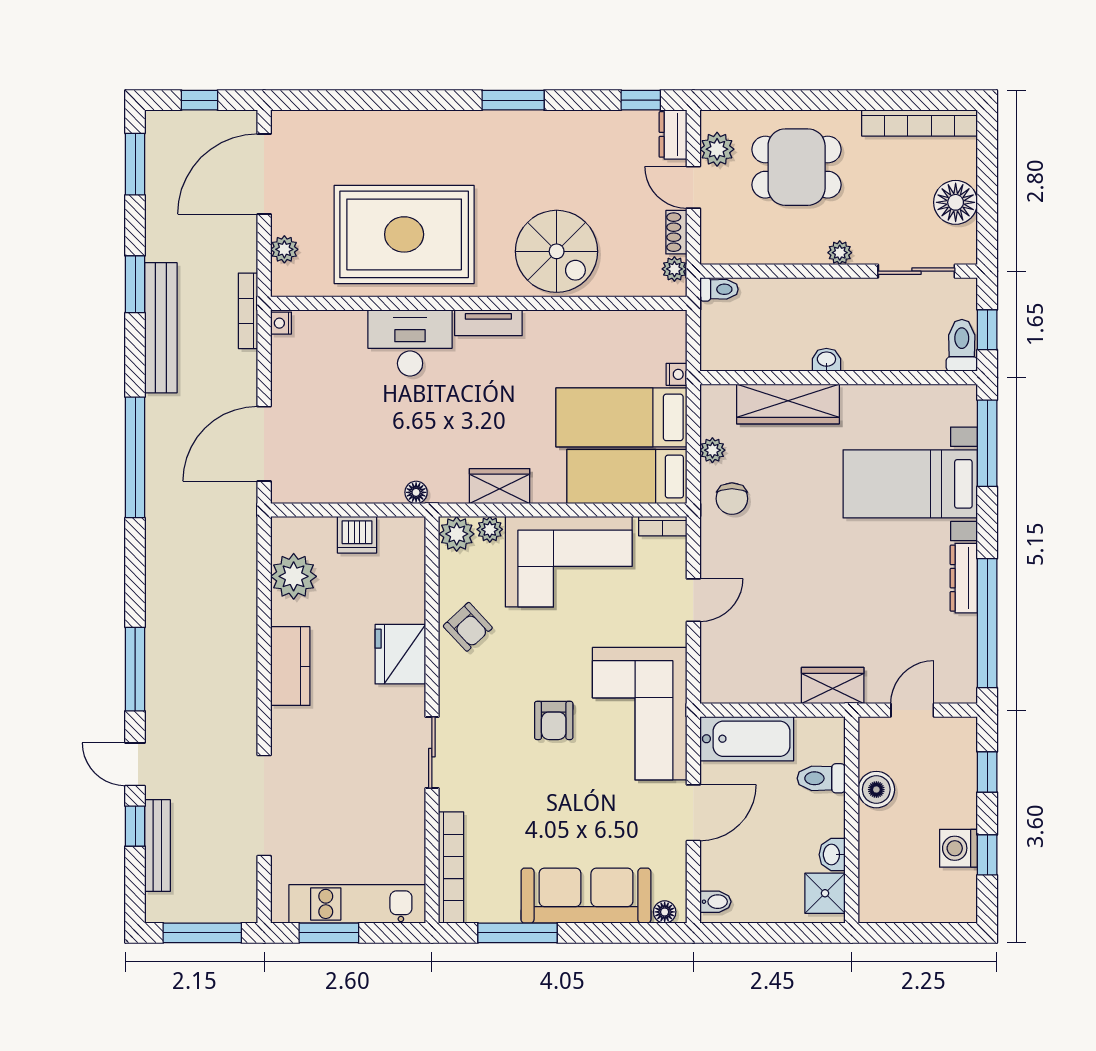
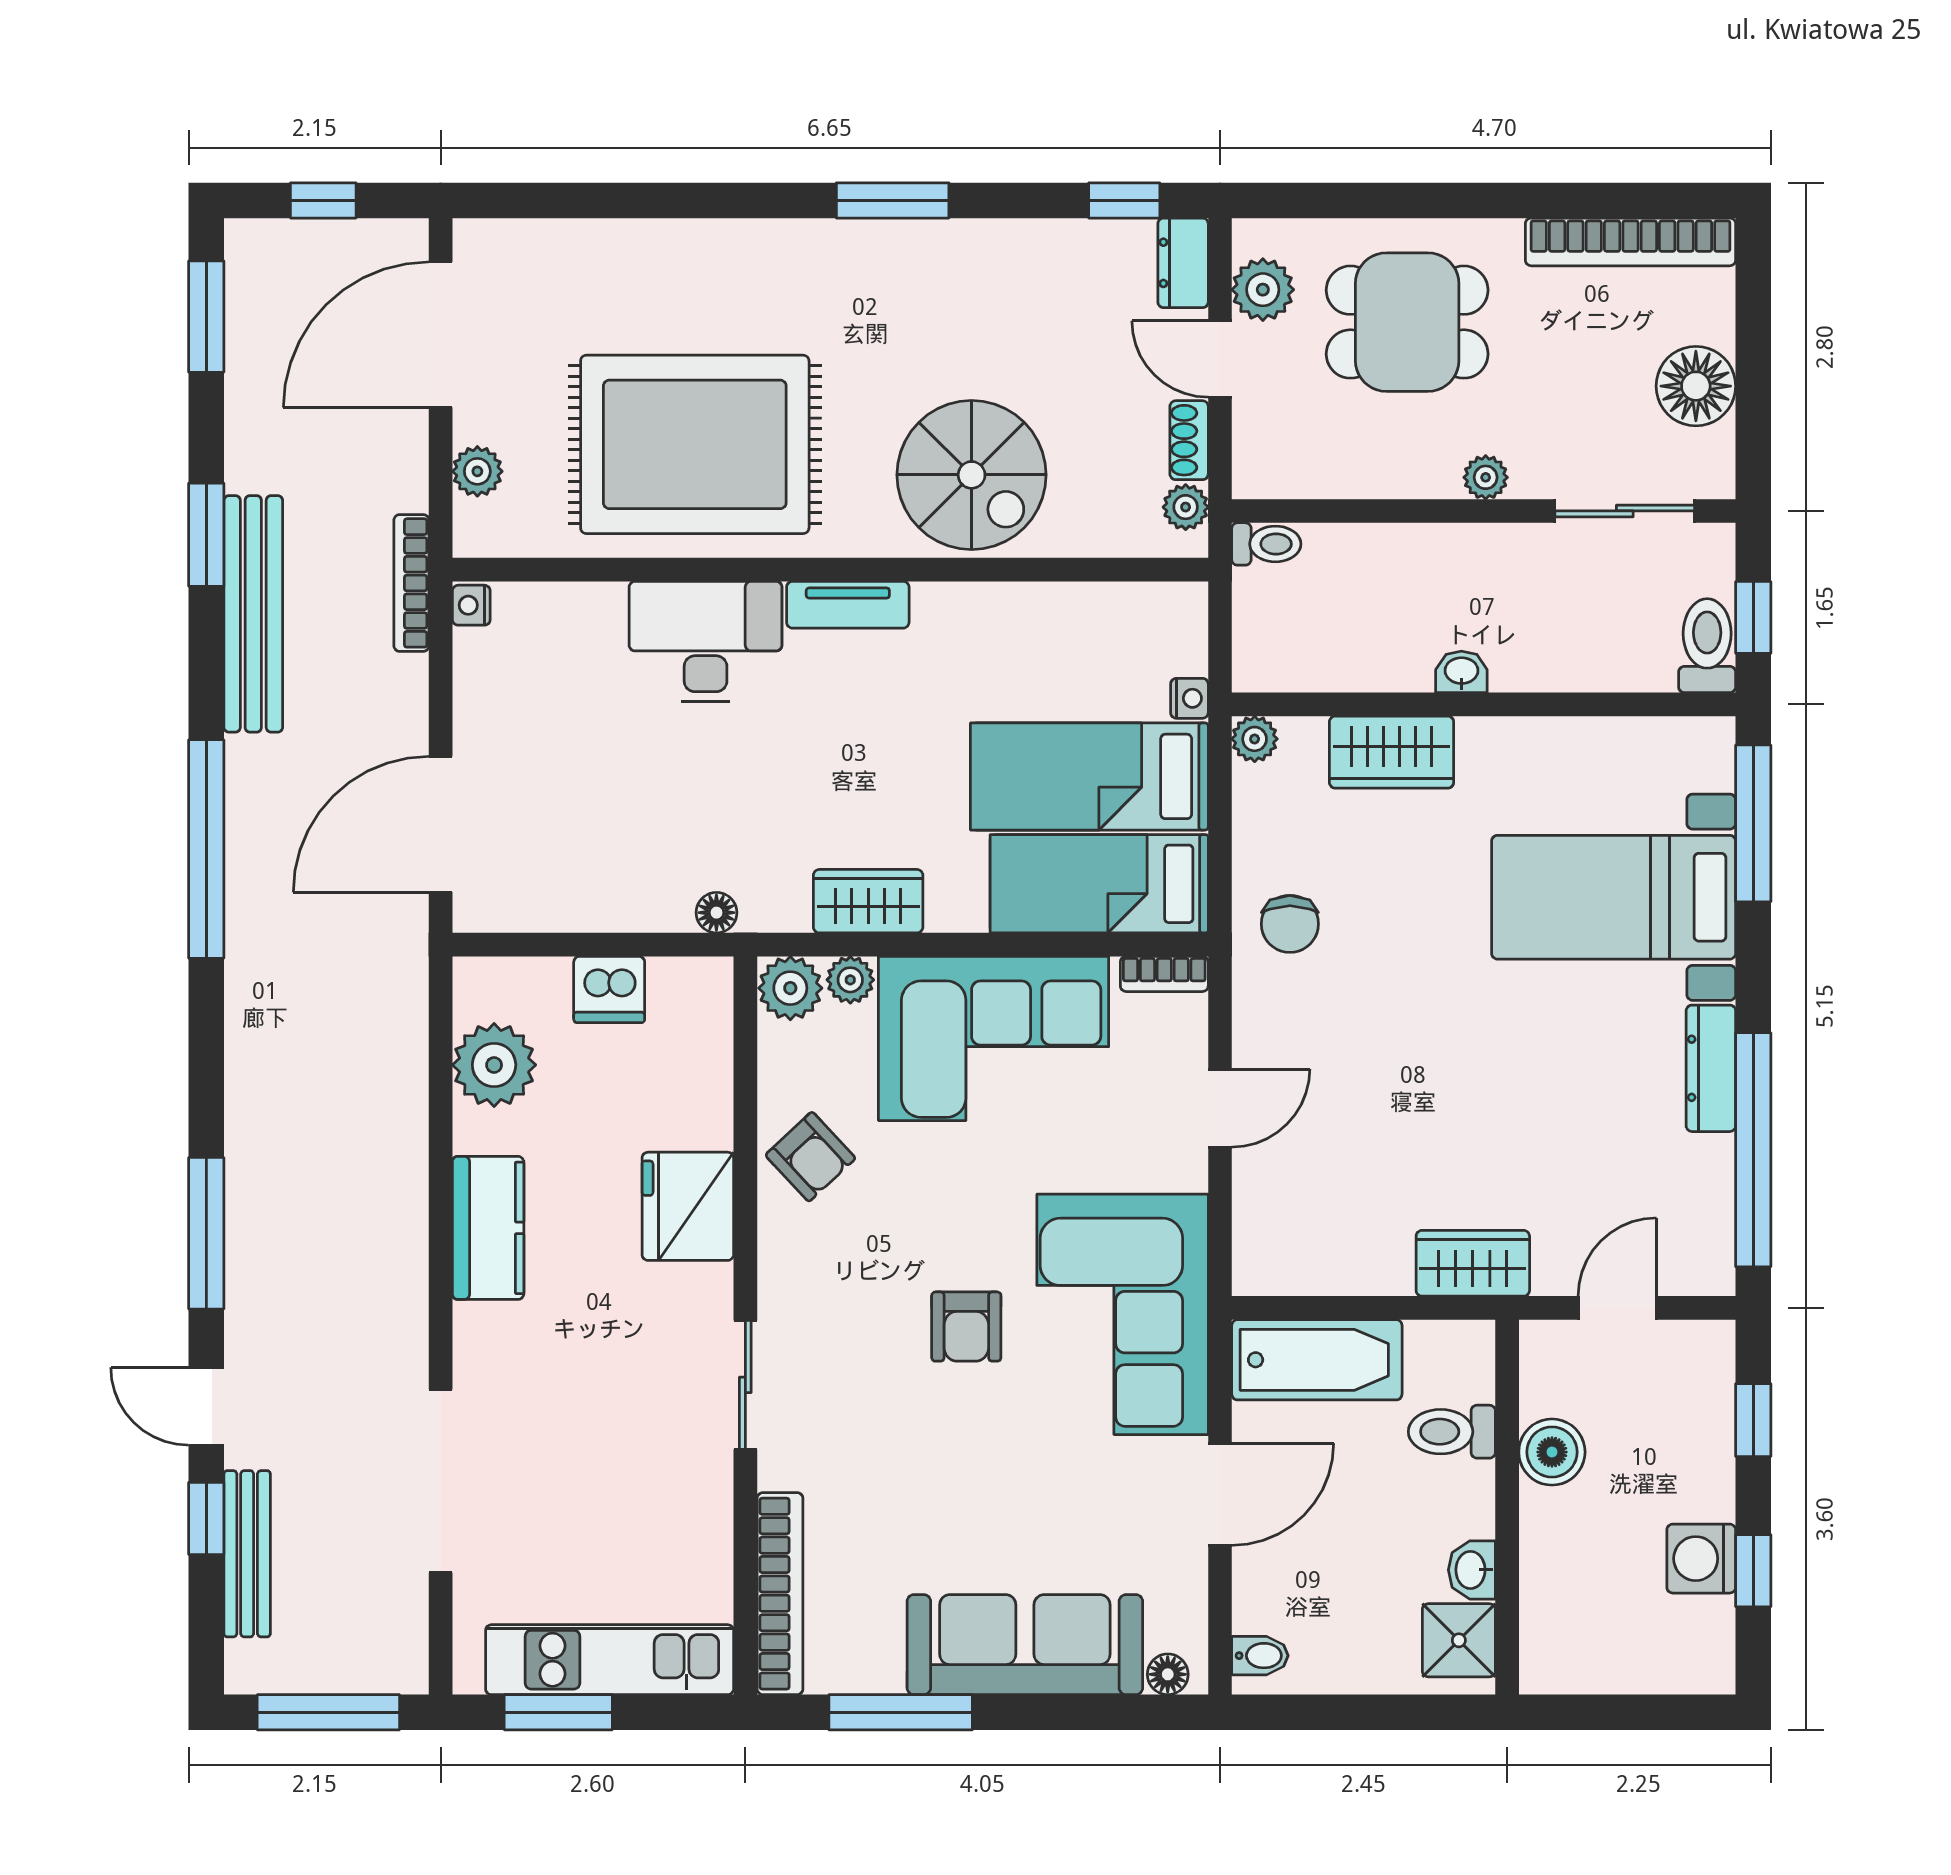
wardrobe: (788, 404) -> (1392, 752), width x0.67
plant: (712, 450) -> (1255, 739), moved

